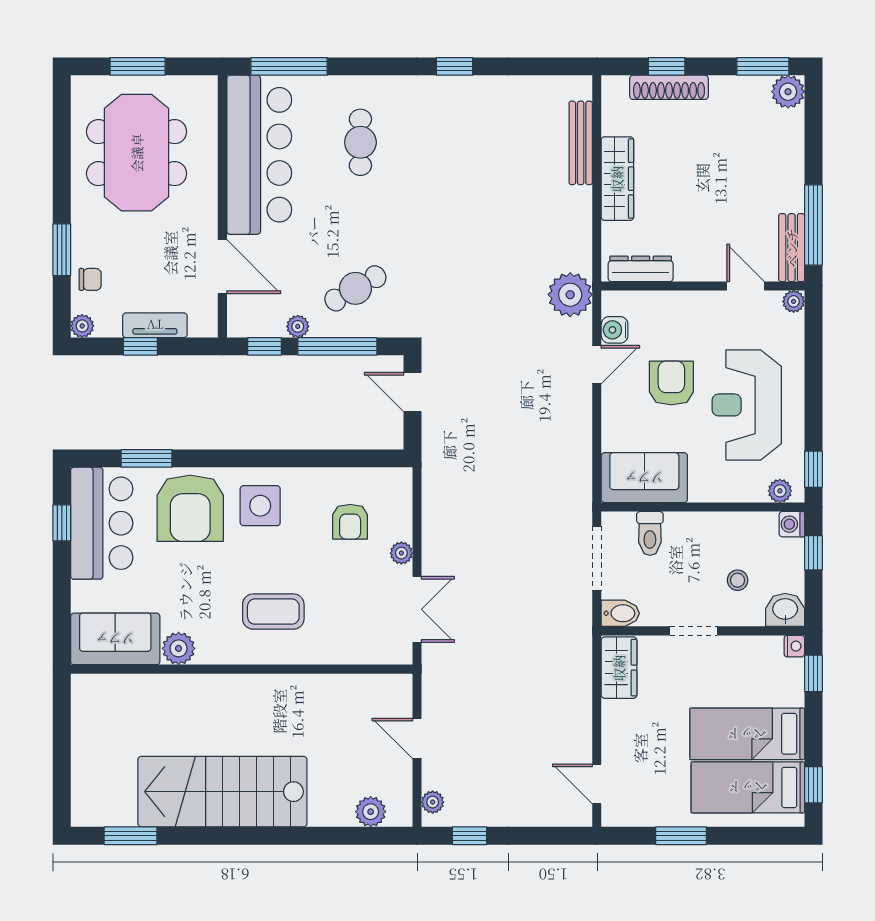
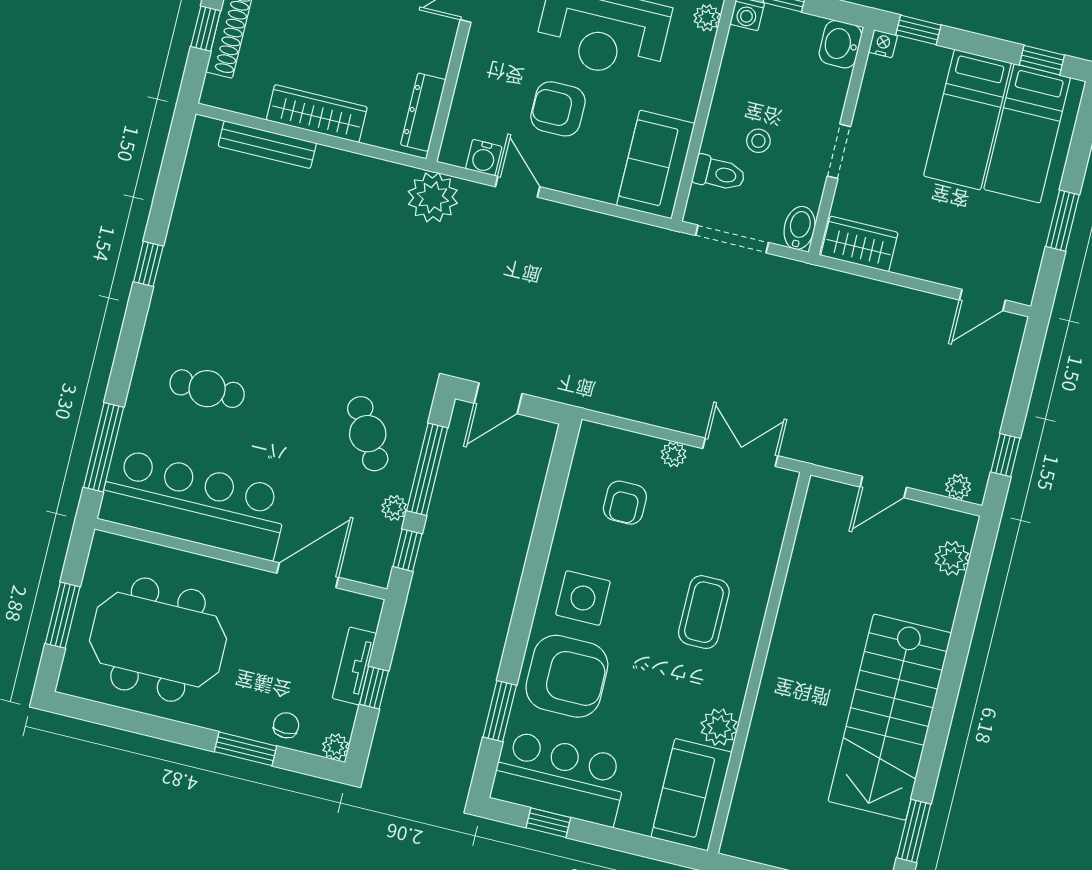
armchair: (350, 522) -> (625, 503), turned 90
stool: (738, 580) -> (758, 141), moved

